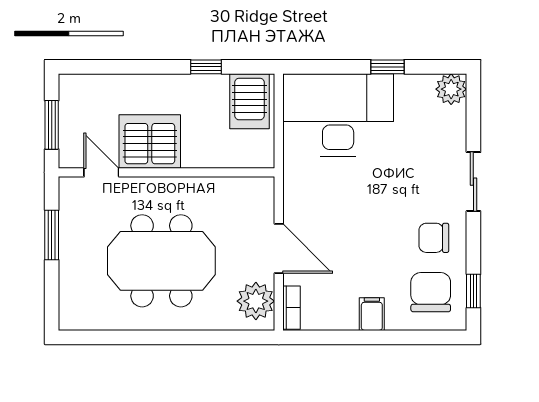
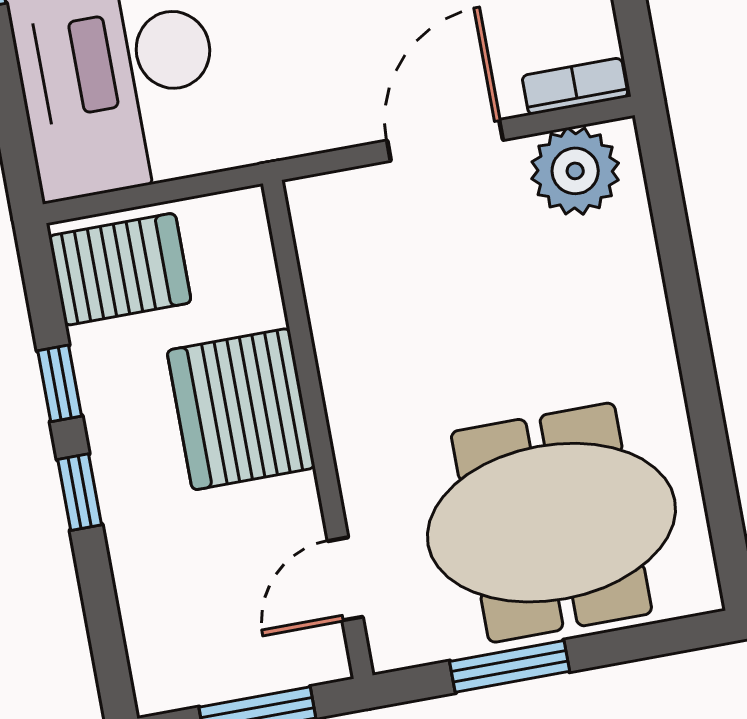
window: (159, 67) -> (80, 492), added
server rack: (150, 141) -> (241, 409), moved
meeting table: (161, 261) -> (551, 523), moved, turned 90

